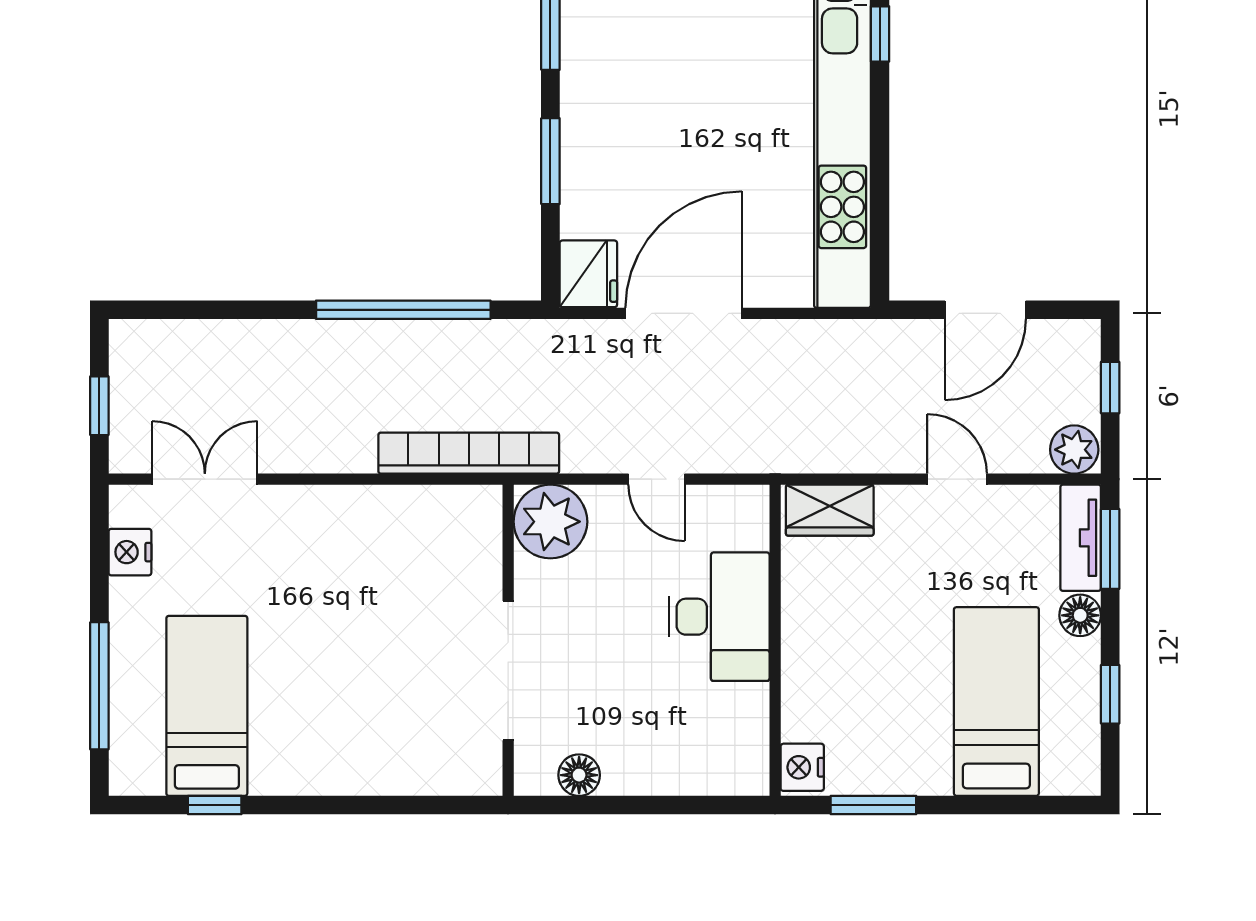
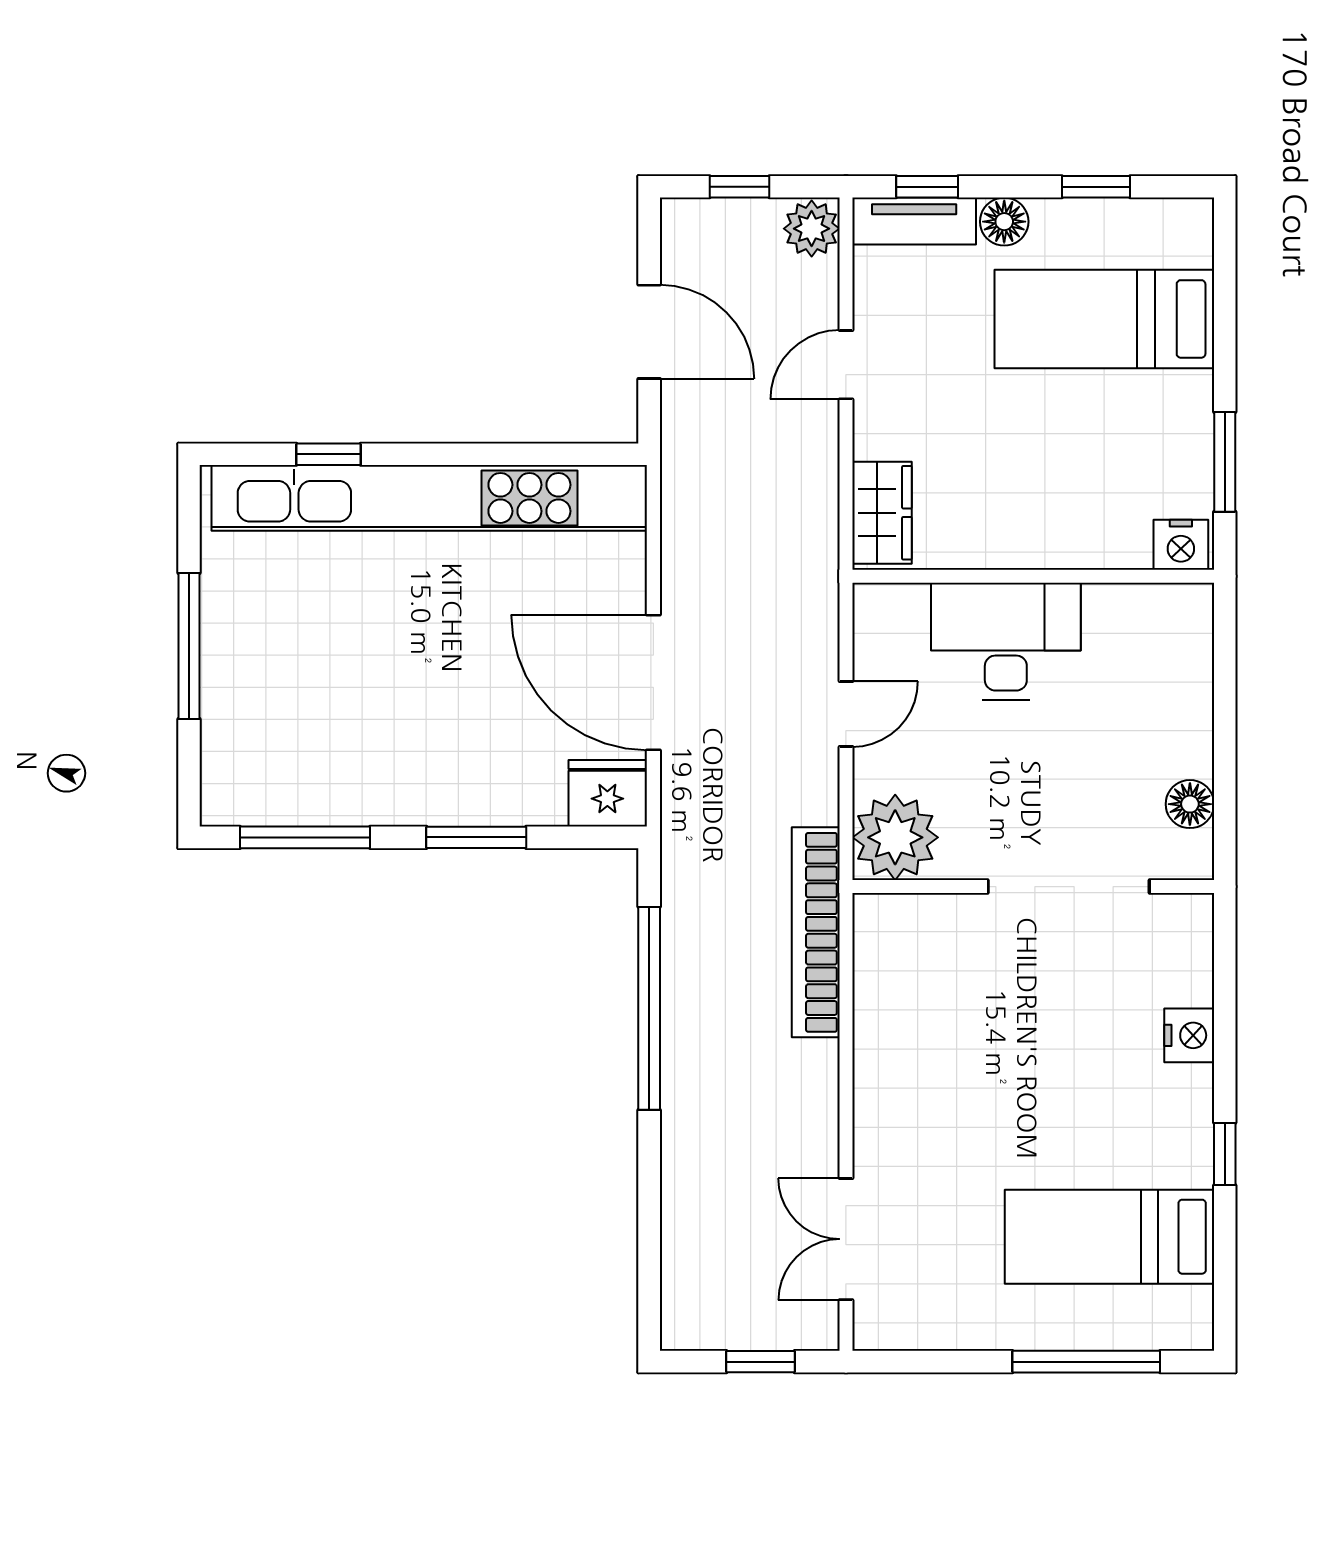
window: (1110, 549) -> (927, 187), width x0.67
nightstand: (130, 552) -> (1189, 1035), moved, turned -90
window: (215, 805) -> (1225, 1154), moved

